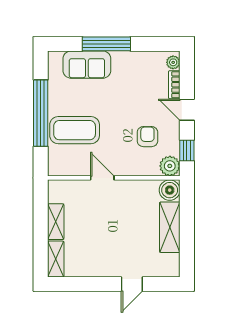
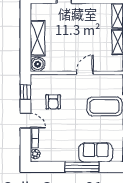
plant: (170, 166) -> (38, 81), removed
door: (102, 178) -> (85, 73), swing flipped

